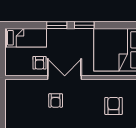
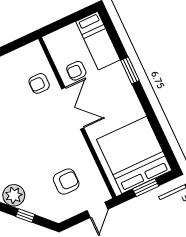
window: (84, 25) -> (145, 103), removed
armchair: (56, 100) -> (39, 83), moved

